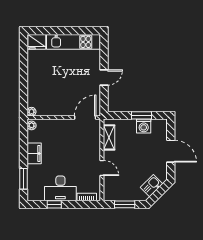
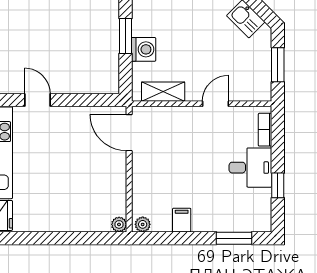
door: (104, 78) -> (37, 100), moved
washing machine: (144, 126) -> (144, 49), moved
filing cabinet: (34, 153) -> (182, 220), width x0.50
desk: (60, 188) -> (250, 168), width x0.73

